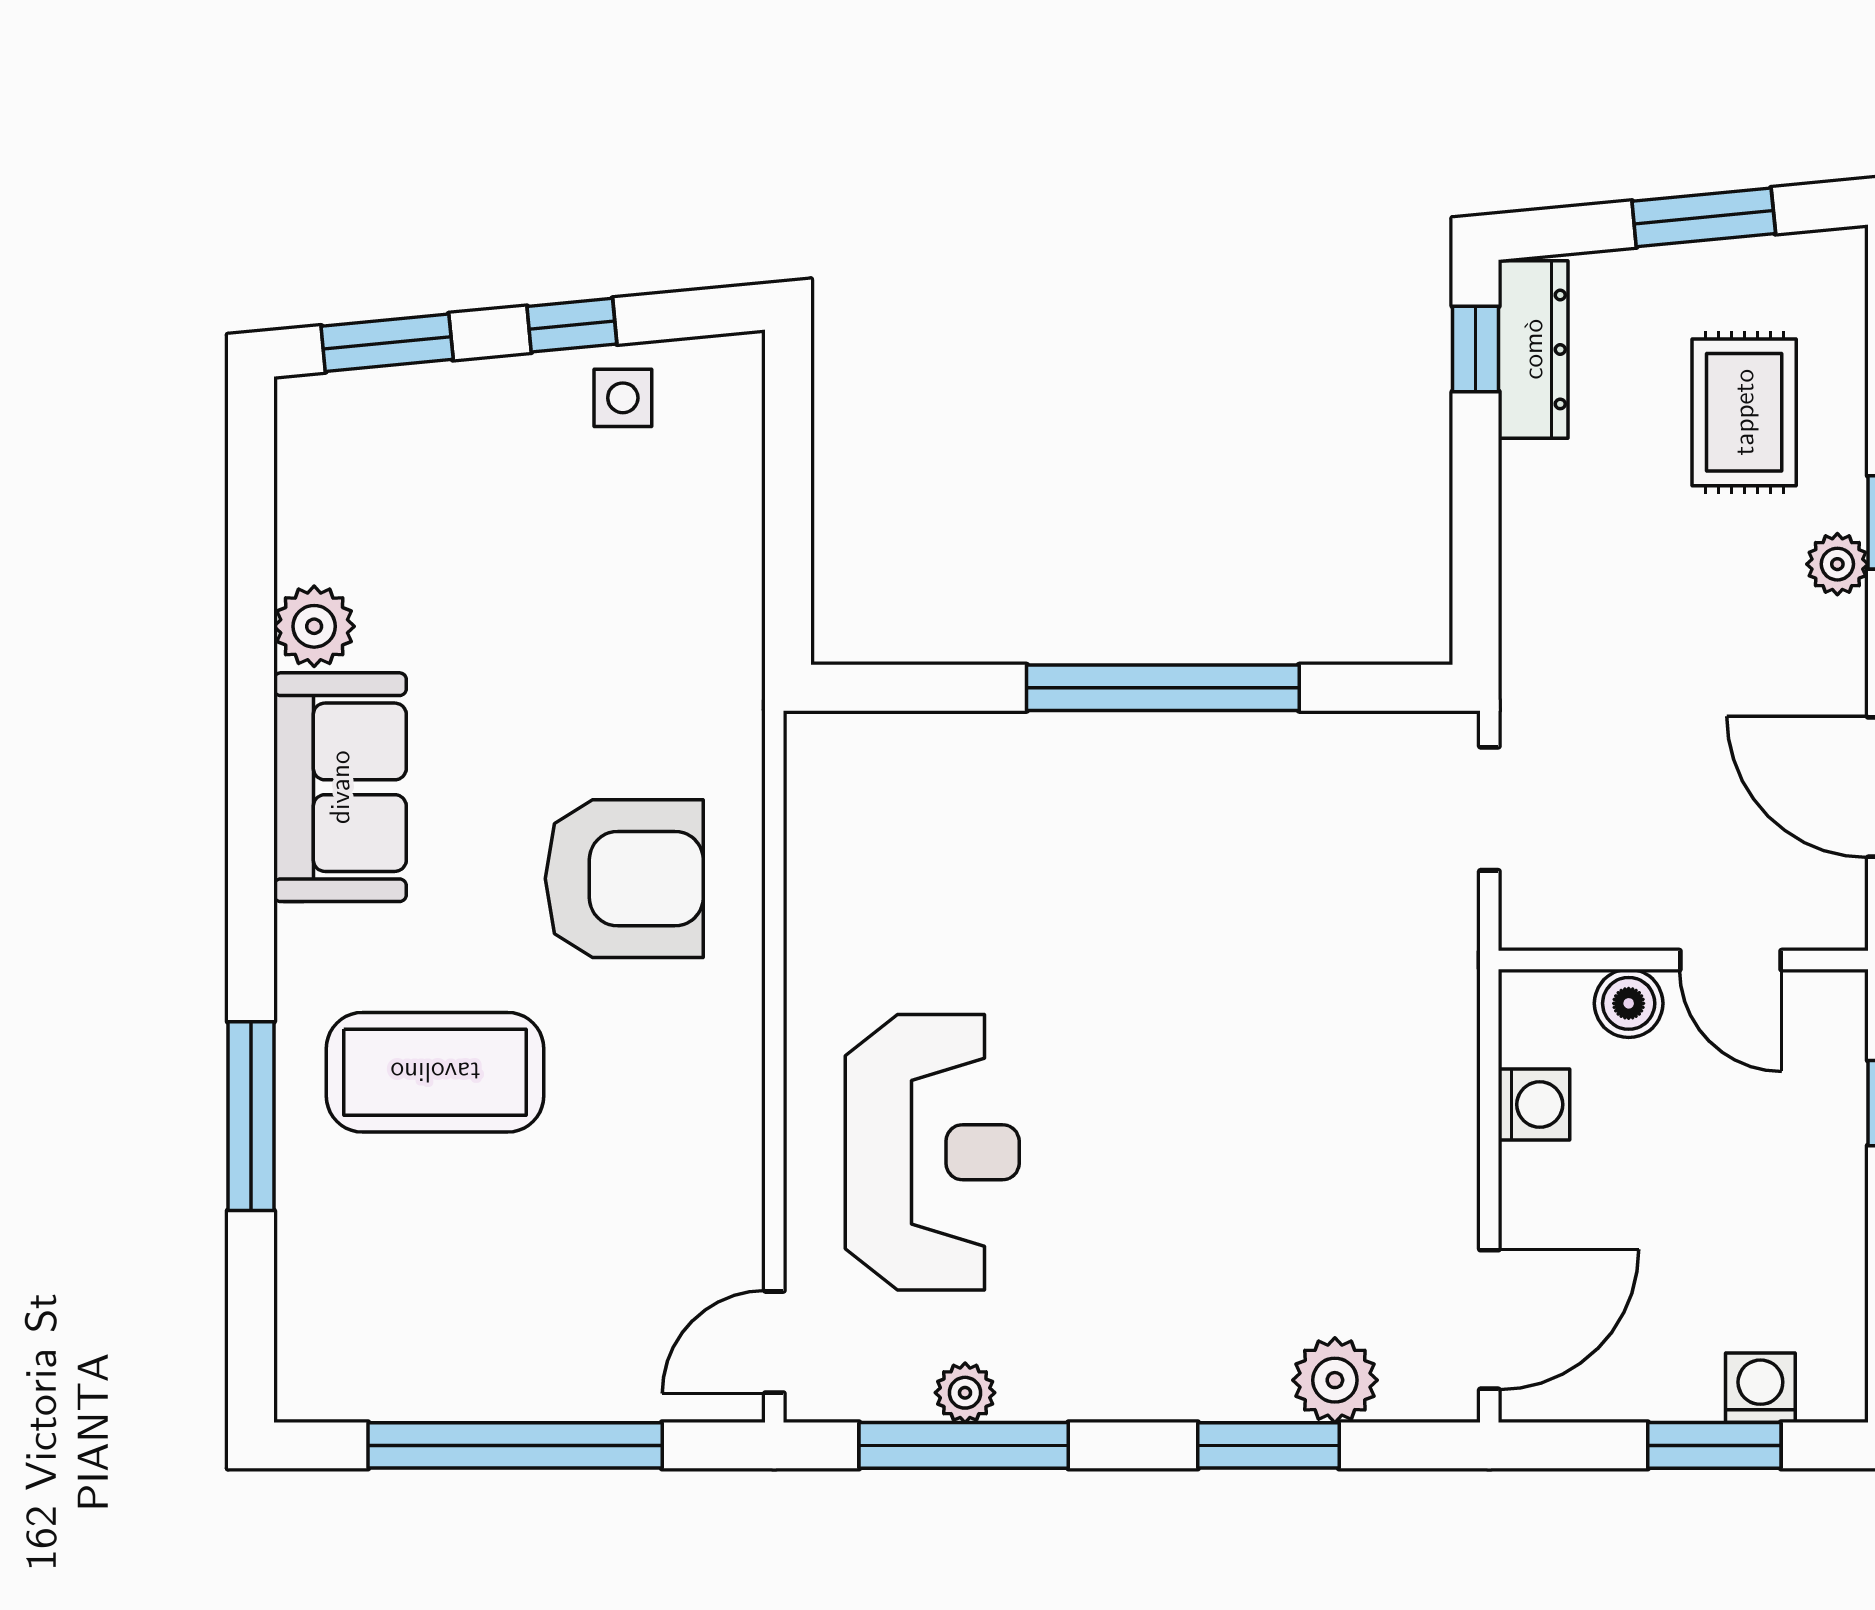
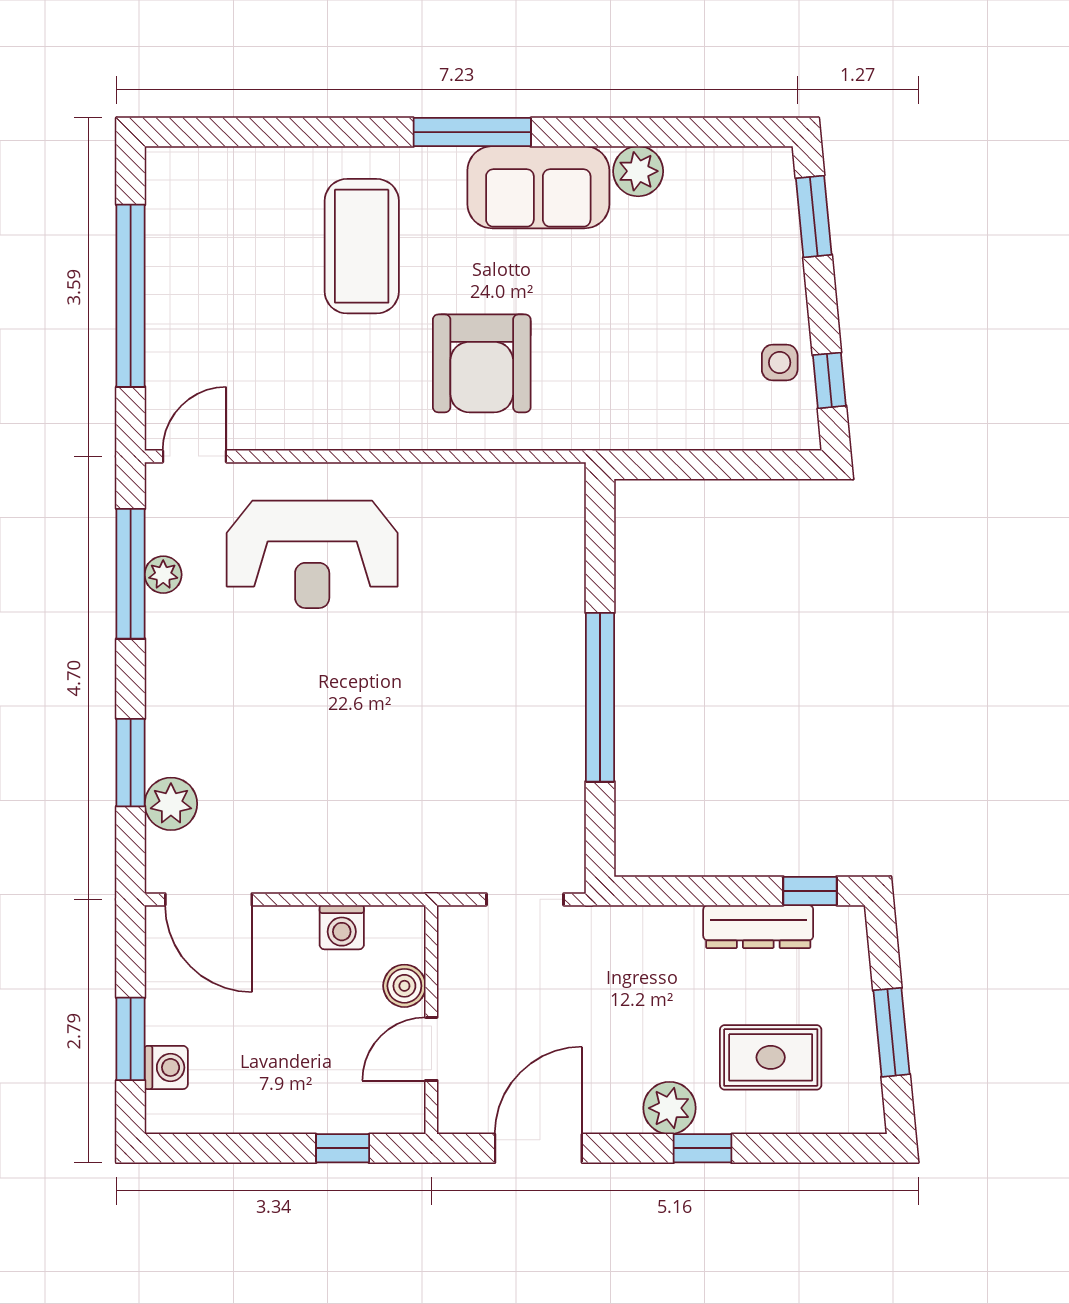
window: (572, 325) -> (829, 380), moved
dresser: (1533, 349) -> (758, 927), moved
plant: (1837, 564) -> (670, 1108), width x1.38, depth x1.38
window: (251, 1116) -> (472, 132), moved
door: (774, 1342) -> (195, 456), hinge flipped

